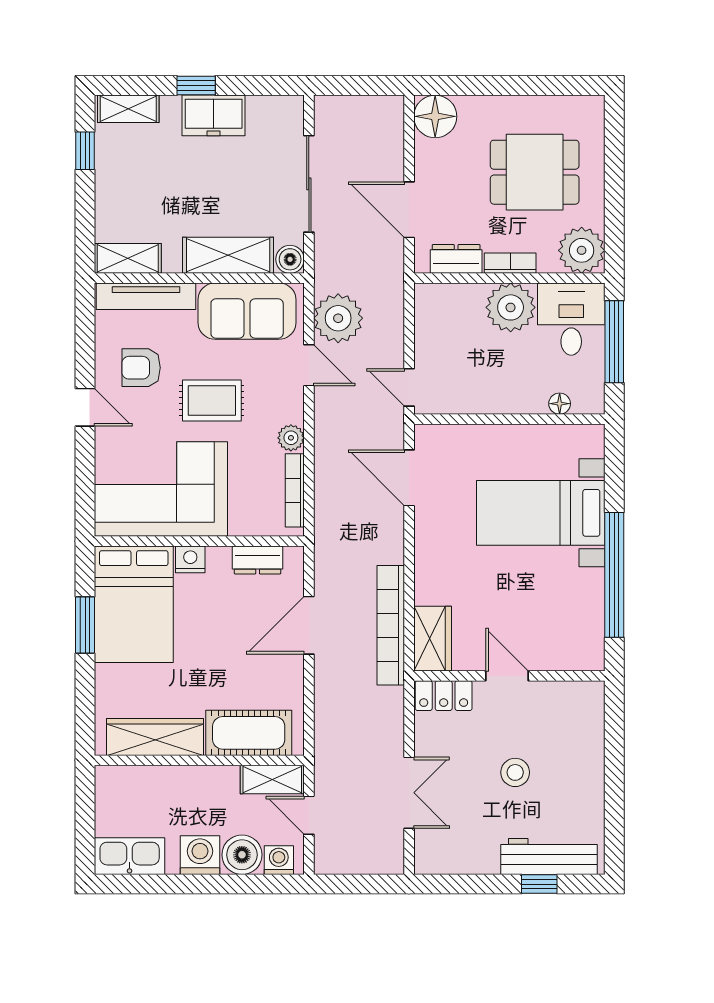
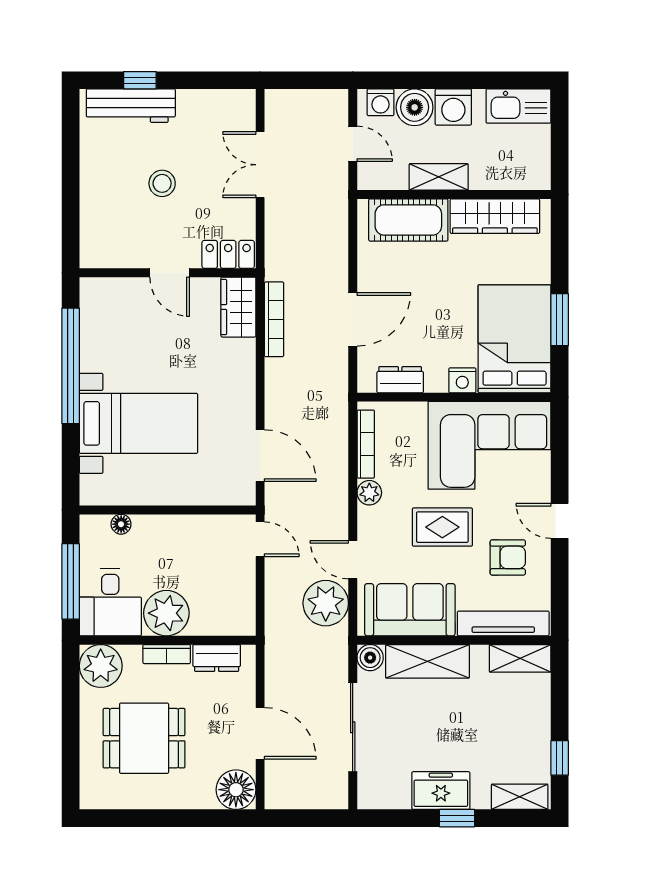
door: (409, 210) -> (260, 733), moved
bookcase: (391, 625) -> (274, 319), width x0.68, depth x0.76
shelving: (272, 779) -> (439, 177), moved

